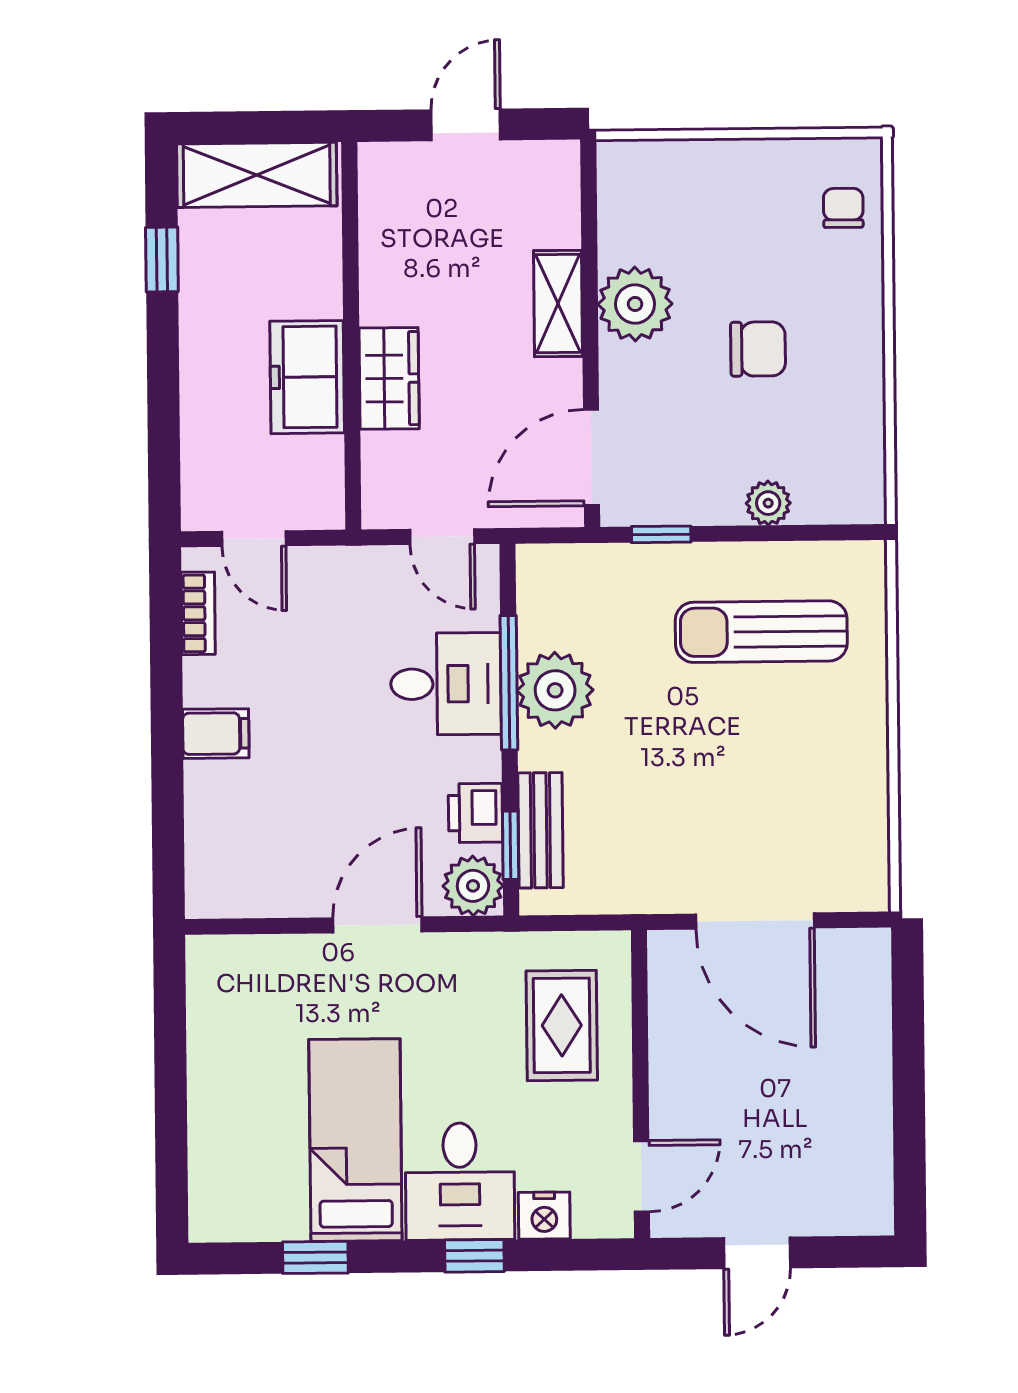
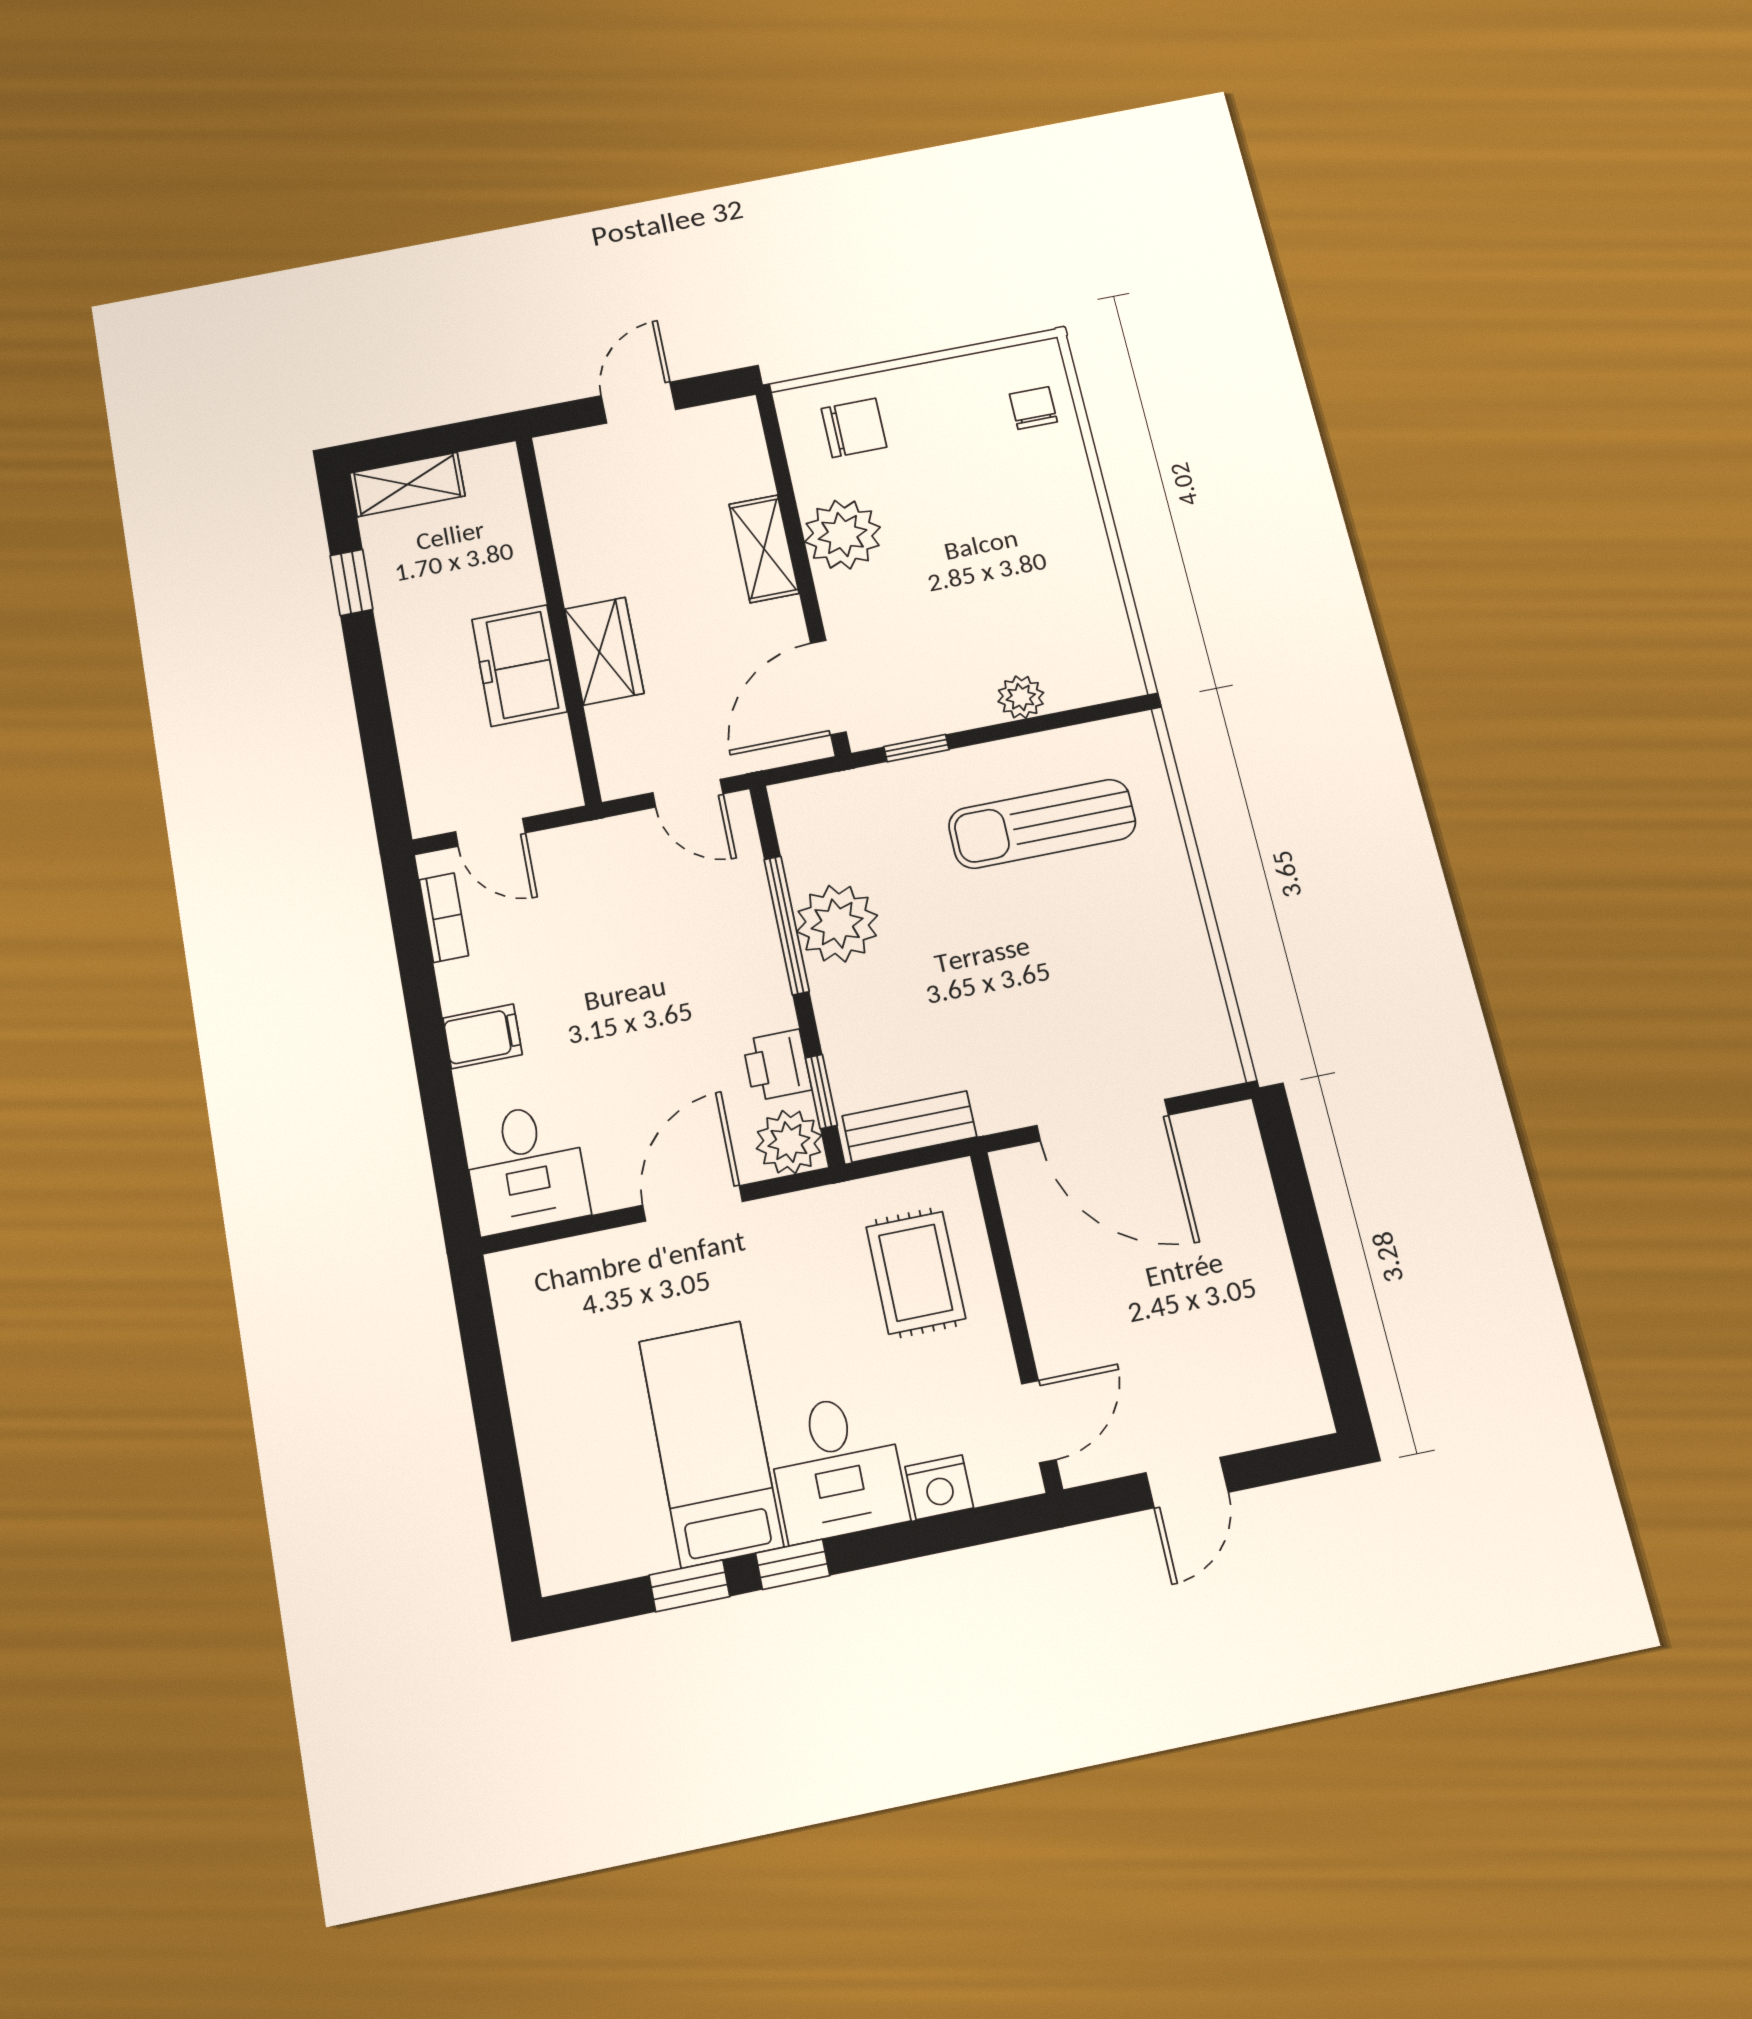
shelving: (257, 175) -> (407, 484), width x0.67, depth x0.75
chair: (758, 349) -> (854, 428), moved
desk: (446, 684) -> (526, 1168), moved, turned 90
bench: (540, 830) -> (909, 1126), moved, turned 90
window: (474, 1256) -> (793, 1564), moved

